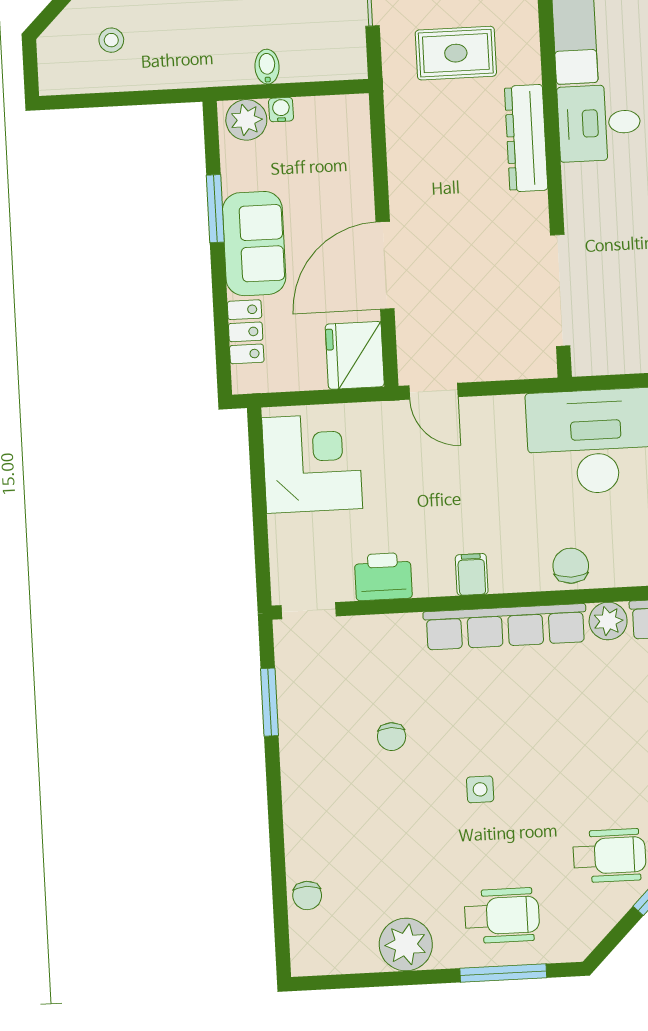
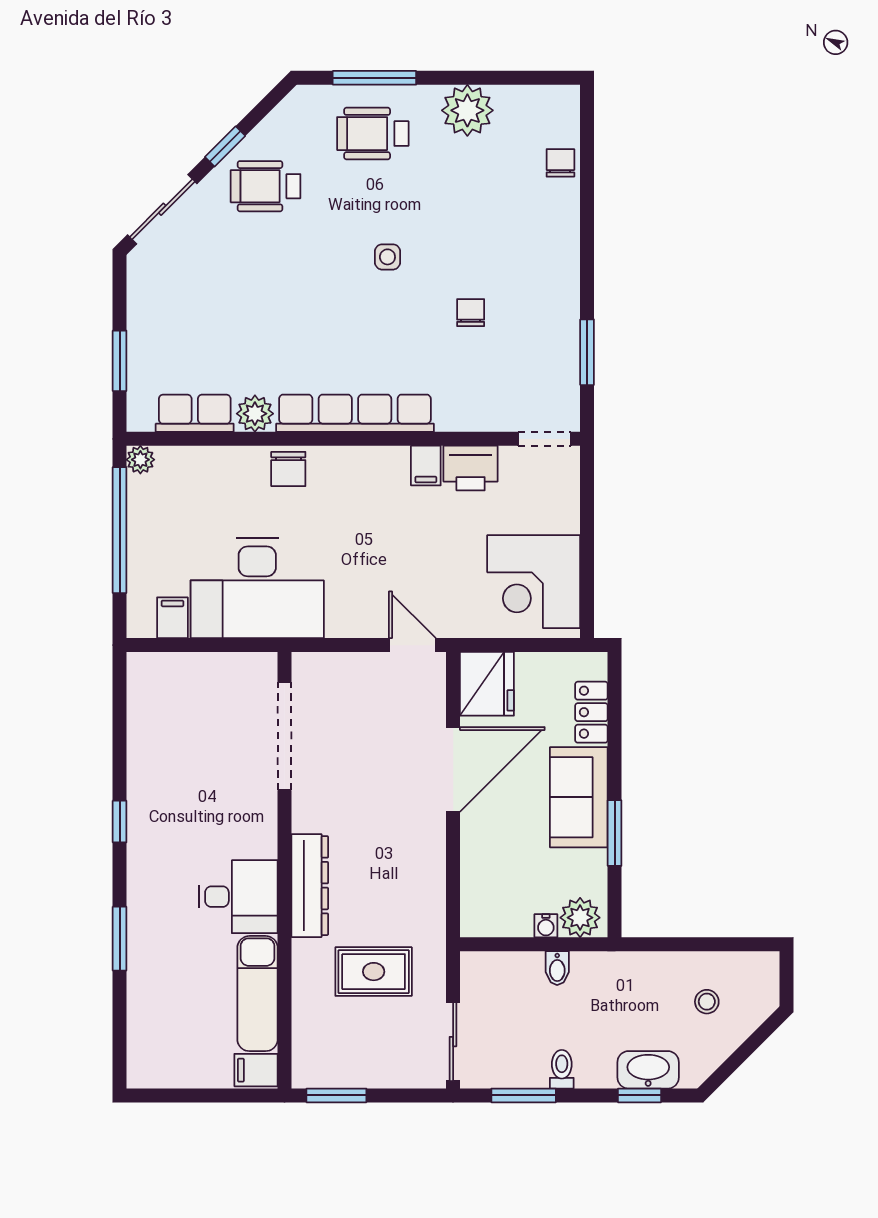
filing cabinet: (472, 574) -> (426, 466), moved

